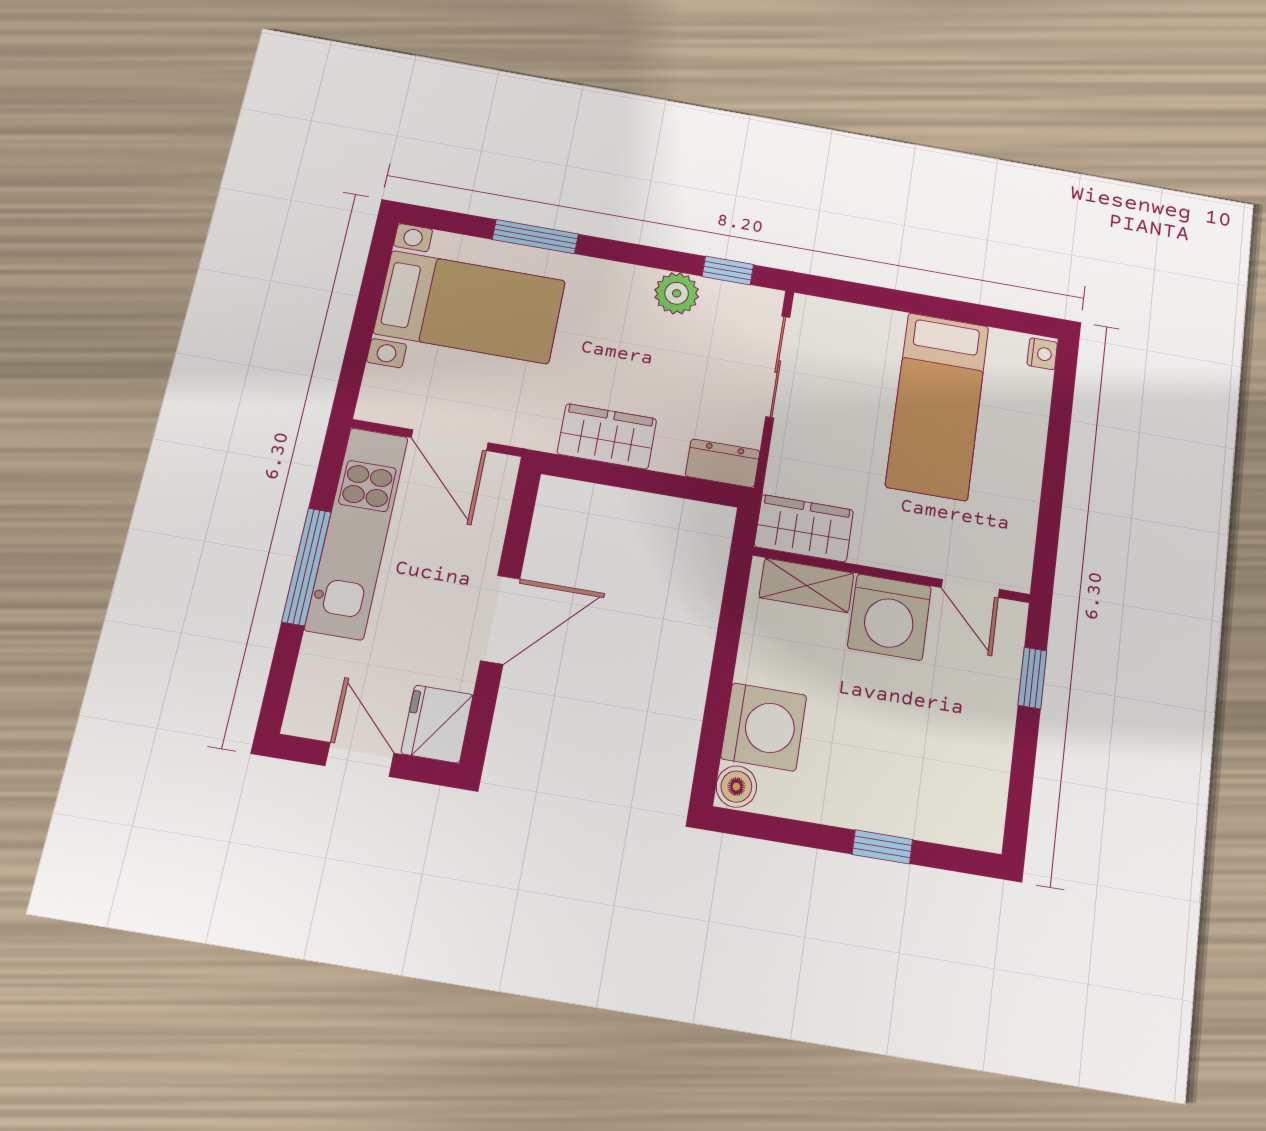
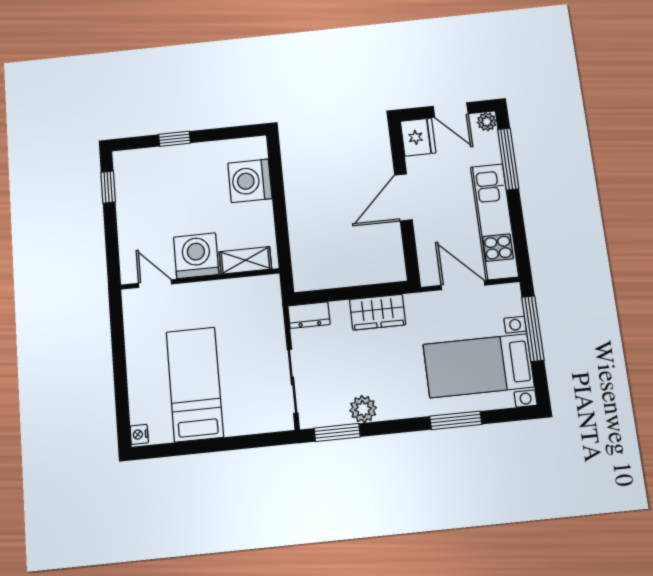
window: (728, 270) -> (337, 432), width x1.50
window: (360, 339) -> (533, 329), added
wardrobe: (804, 528) -> (254, 291), removed
window: (307, 567) -> (508, 159), moved
window: (1032, 678) -> (108, 187), moved
plant: (302, 718) -> (487, 122), added
boiler: (736, 787) -> (257, 148), removed

